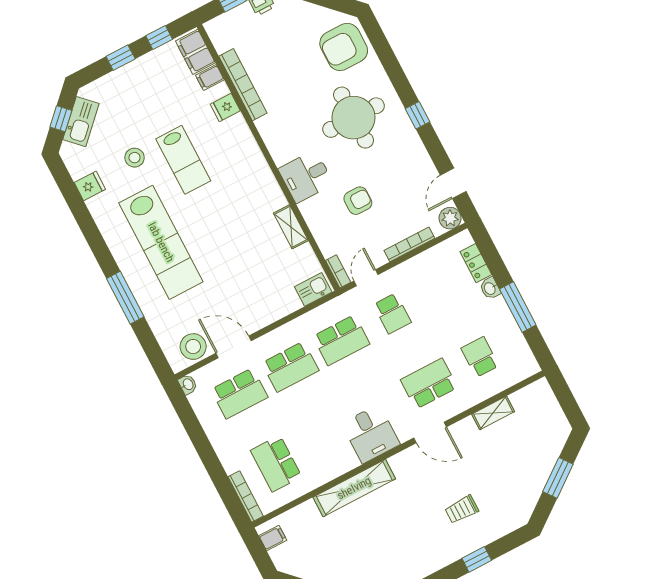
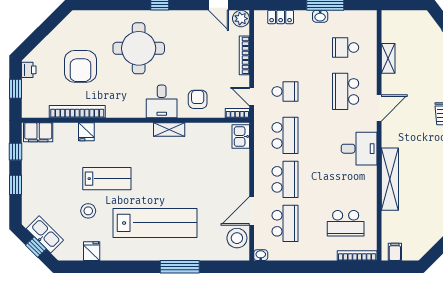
armchair: (344, 47) -> (81, 66), moved
filing cabinet: (210, 77) -> (61, 131), removed
armchair: (358, 201) -> (198, 99), moved
shelving: (291, 227) -> (169, 129), moved
washbasin: (490, 288) -> (320, 16), moved

